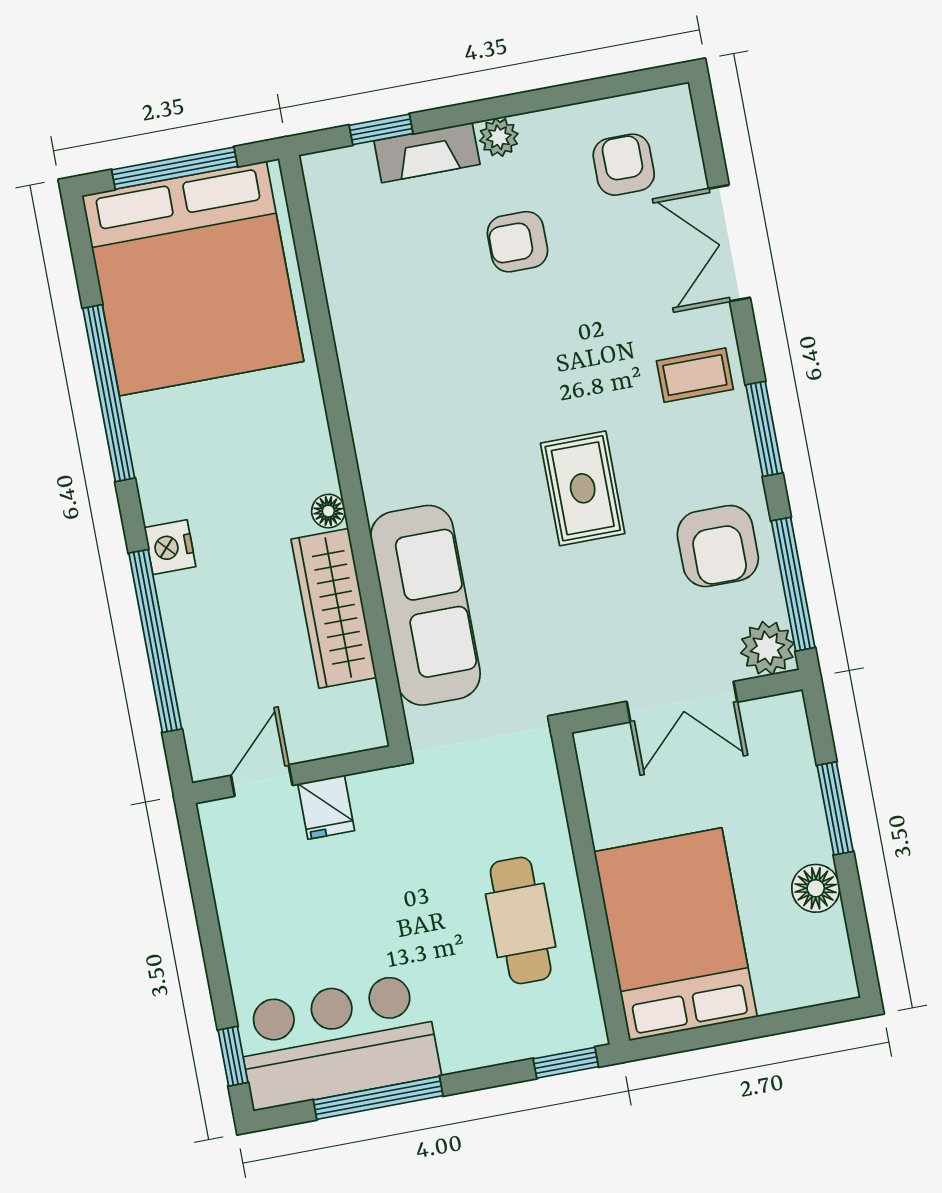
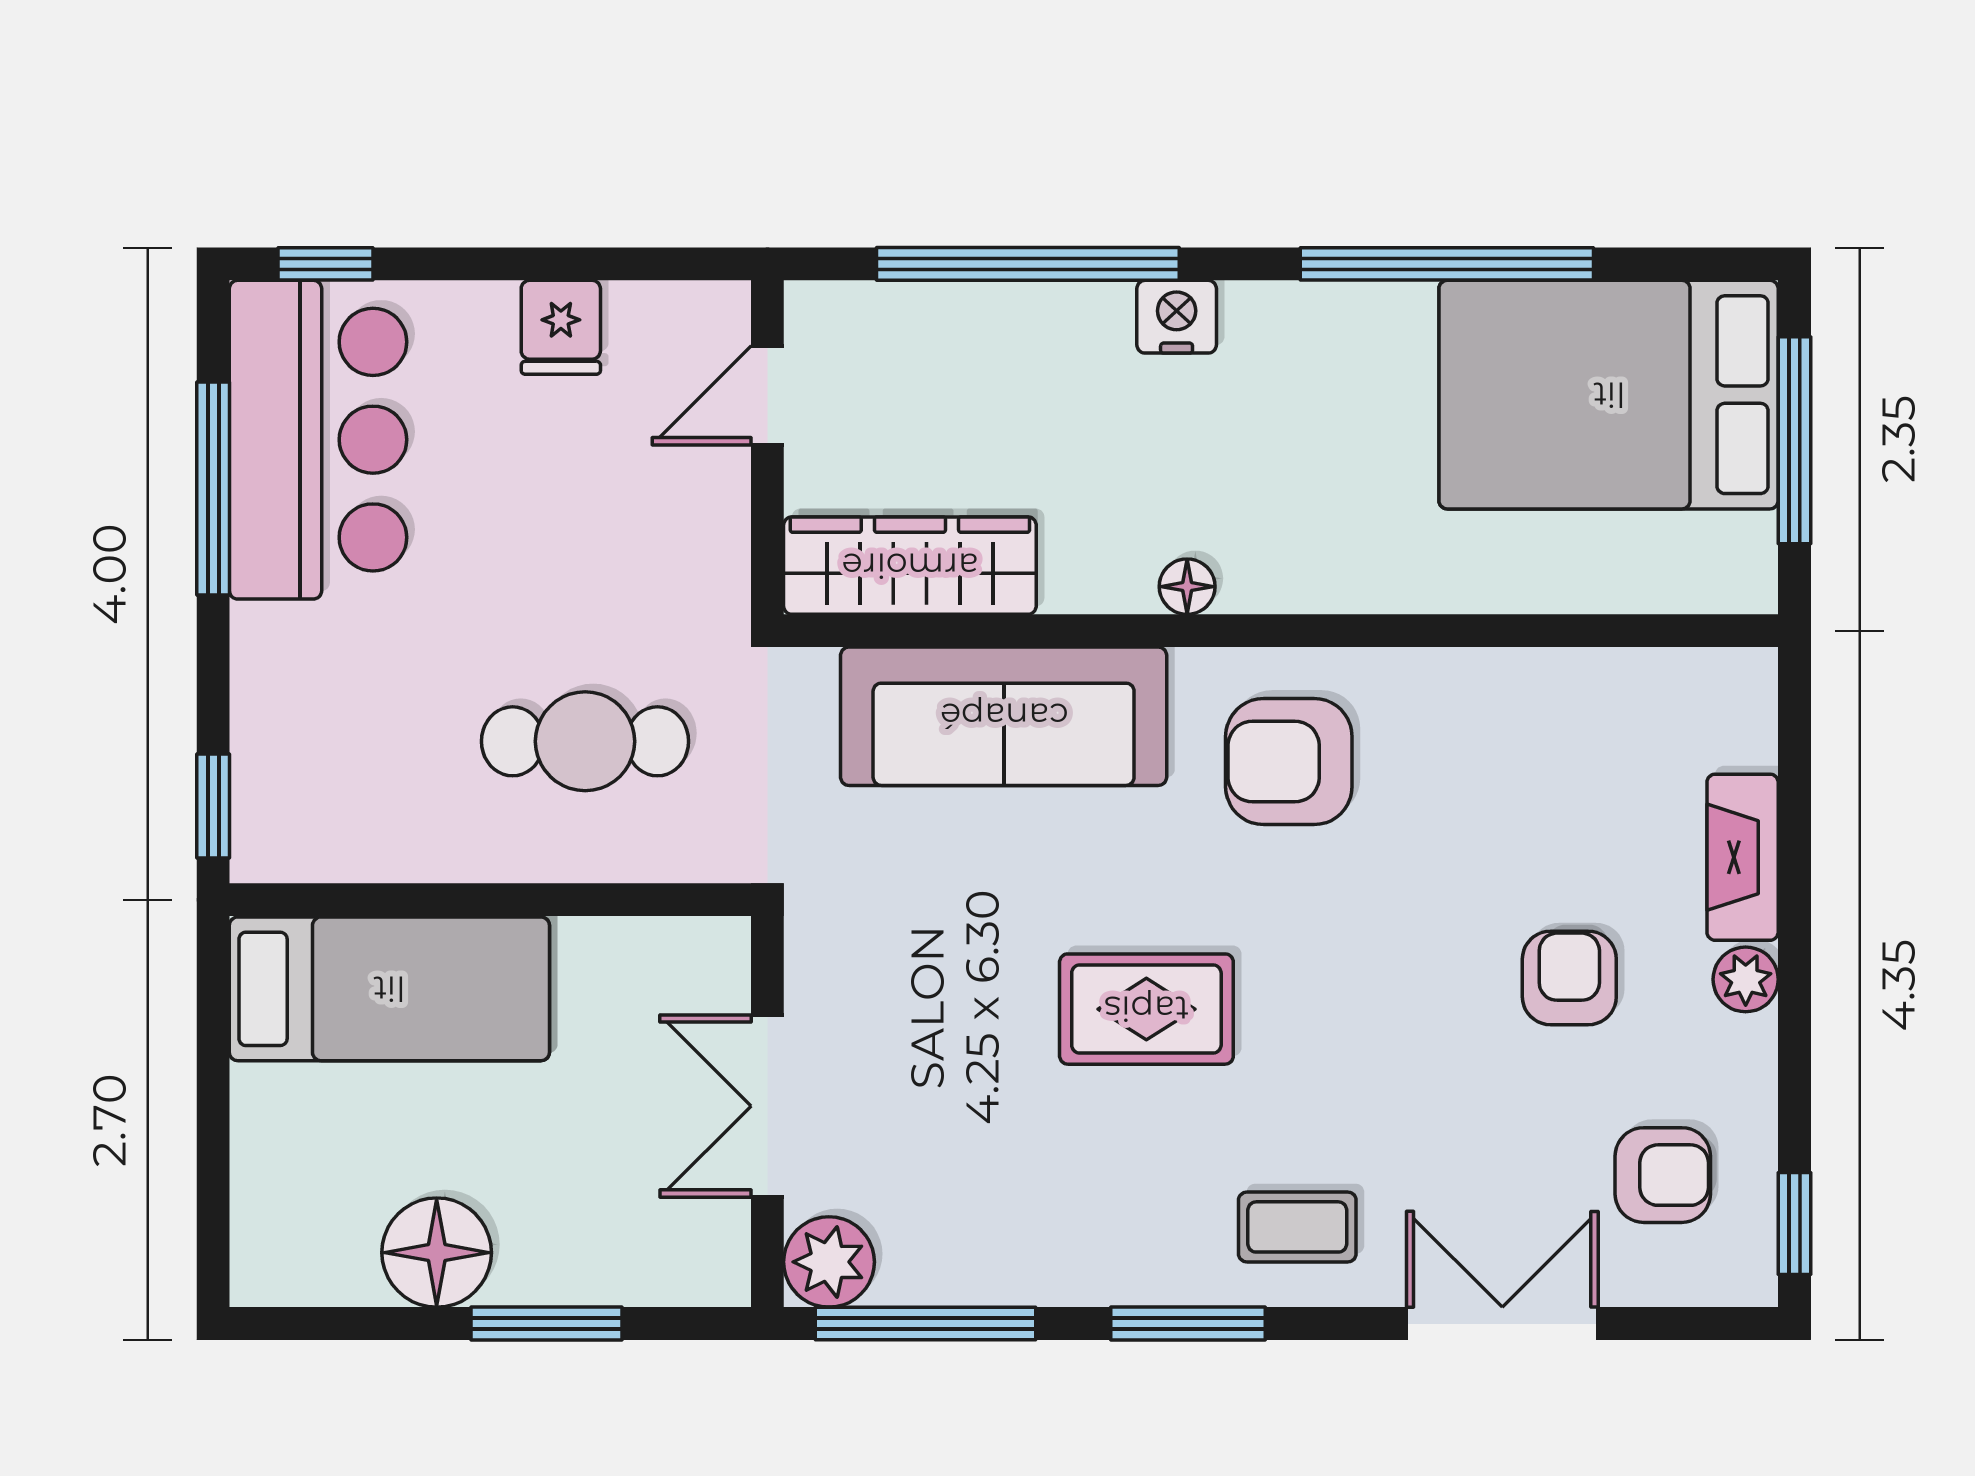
window: (381, 129) -> (1794, 1224), moved
bed: (193, 278) -> (1609, 395), width x0.73
coffee table: (695, 375) -> (1297, 1227), turned 90
armchair: (718, 546) -> (1289, 762), moved
wardrobe: (334, 608) -> (910, 566), moved
door: (262, 780) -> (767, 395), swing flipped
fridge: (326, 807) -> (561, 327), moved, turned -90
floor lamp: (816, 888) -> (437, 1253), width x1.38, depth x1.38
cafe table: (521, 920) -> (585, 741), moved
bed: (676, 934) -> (389, 989), width x0.67

